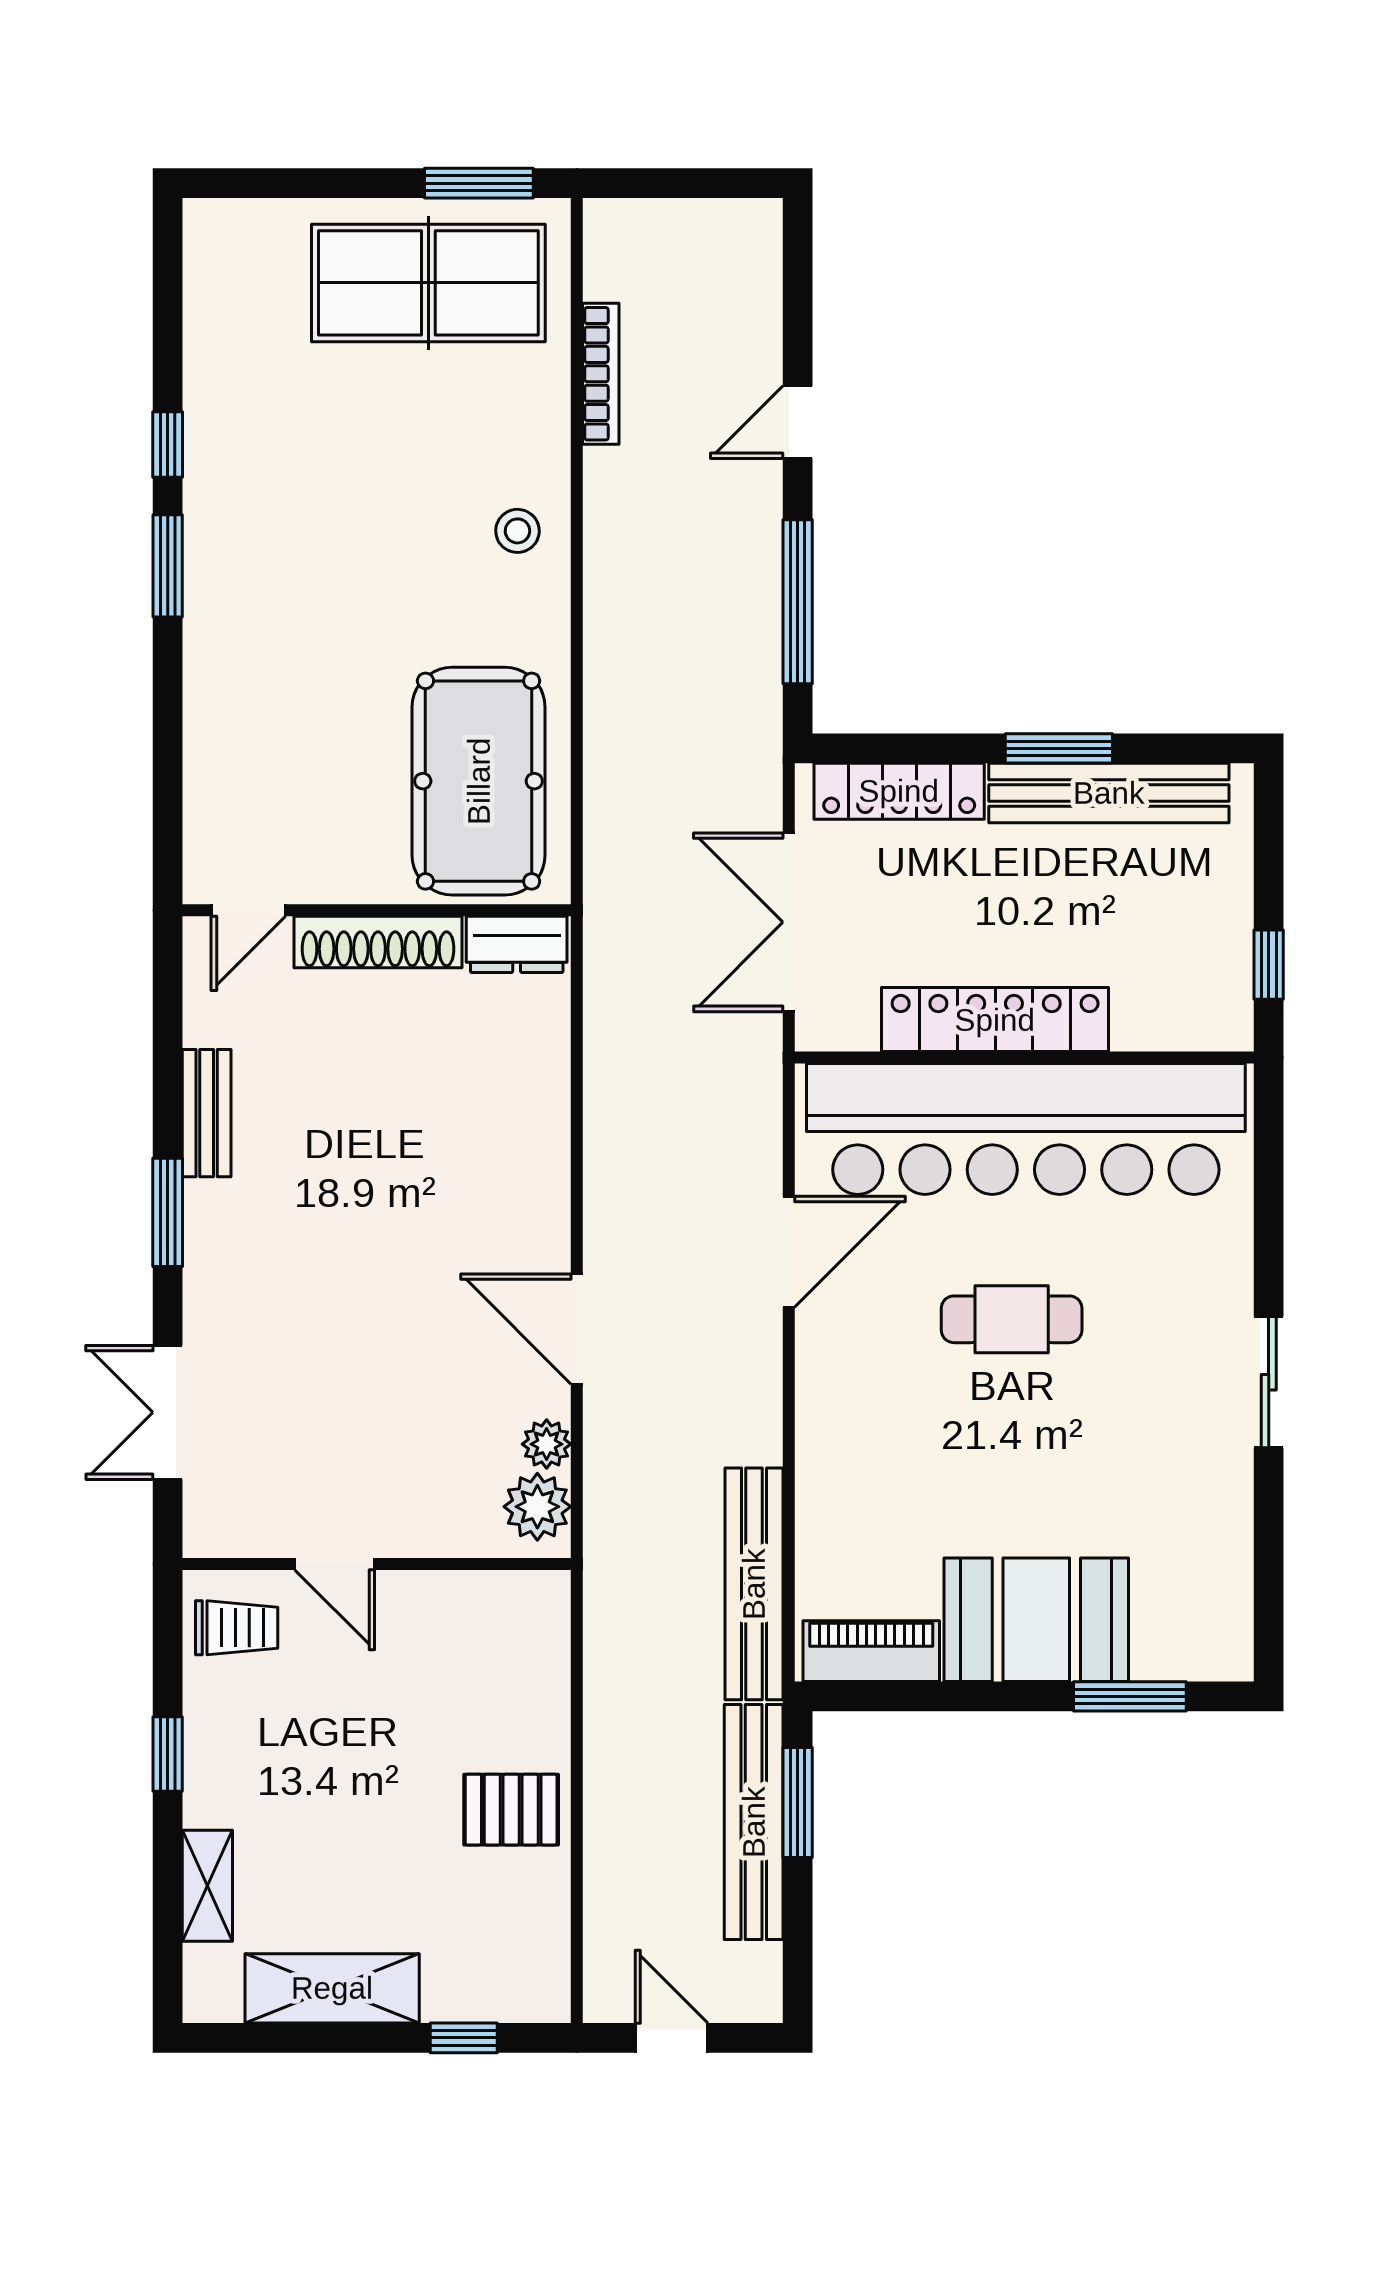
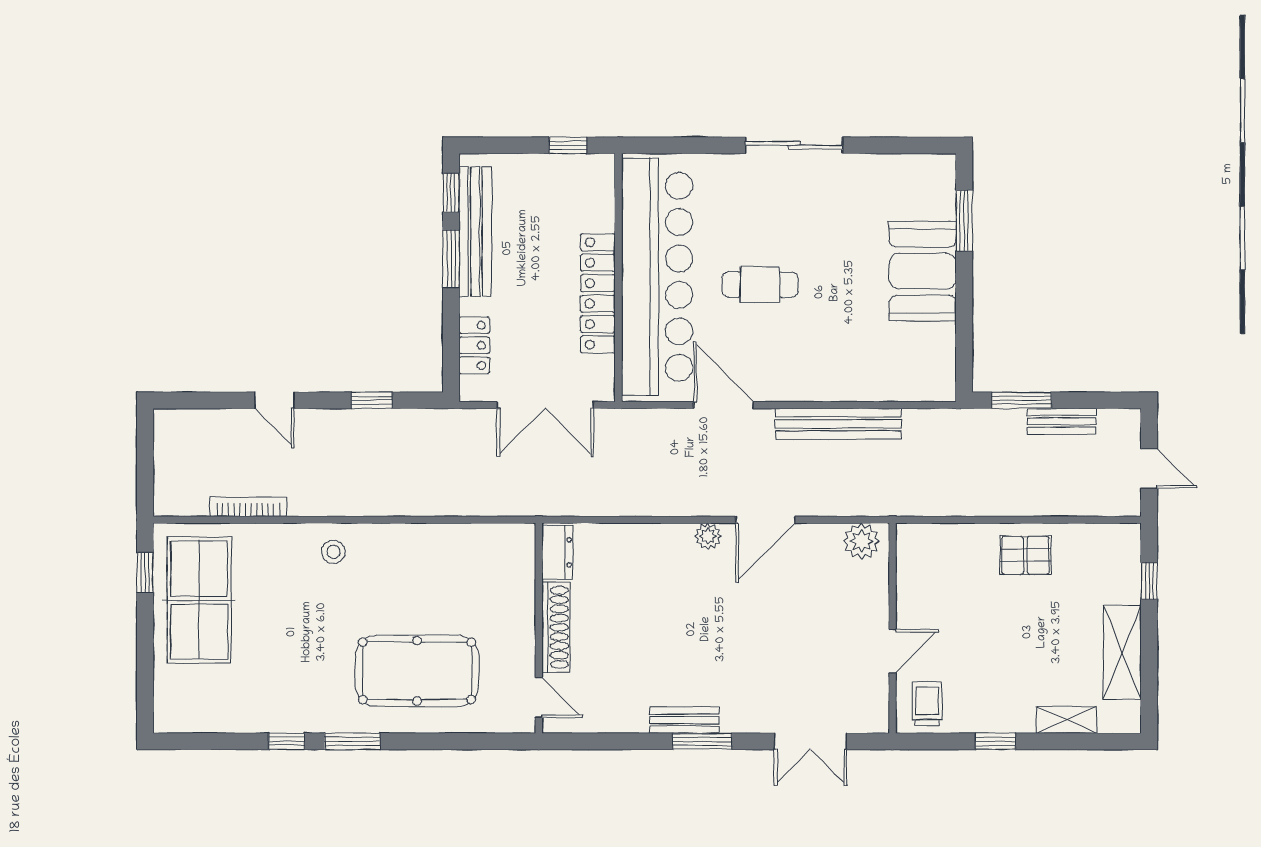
window: (479, 183) -> (145, 573), width x0.67
window: (798, 602) -> (372, 400), width x0.46
window: (1181, 748) -> (451, 193), added
pool table: (479, 781) -> (417, 671), moved
locker: (899, 791) -> (474, 345), width x0.66
bench: (207, 1113) -> (684, 720), moved
cafe table: (1012, 1319) -> (760, 284), turned 90
sliding door: (1269, 1382) -> (794, 145), width x1.37
plant: (547, 1444) -> (708, 536), moved
bench: (754, 1584) -> (838, 424), moved
piano: (871, 1651) -> (940, 360), removed
pallet: (511, 1810) -> (1025, 555), turned 90
bench: (754, 1822) -> (1062, 421), width x0.54, depth x0.82
door: (672, 2038) -> (1149, 469), swing flipped

